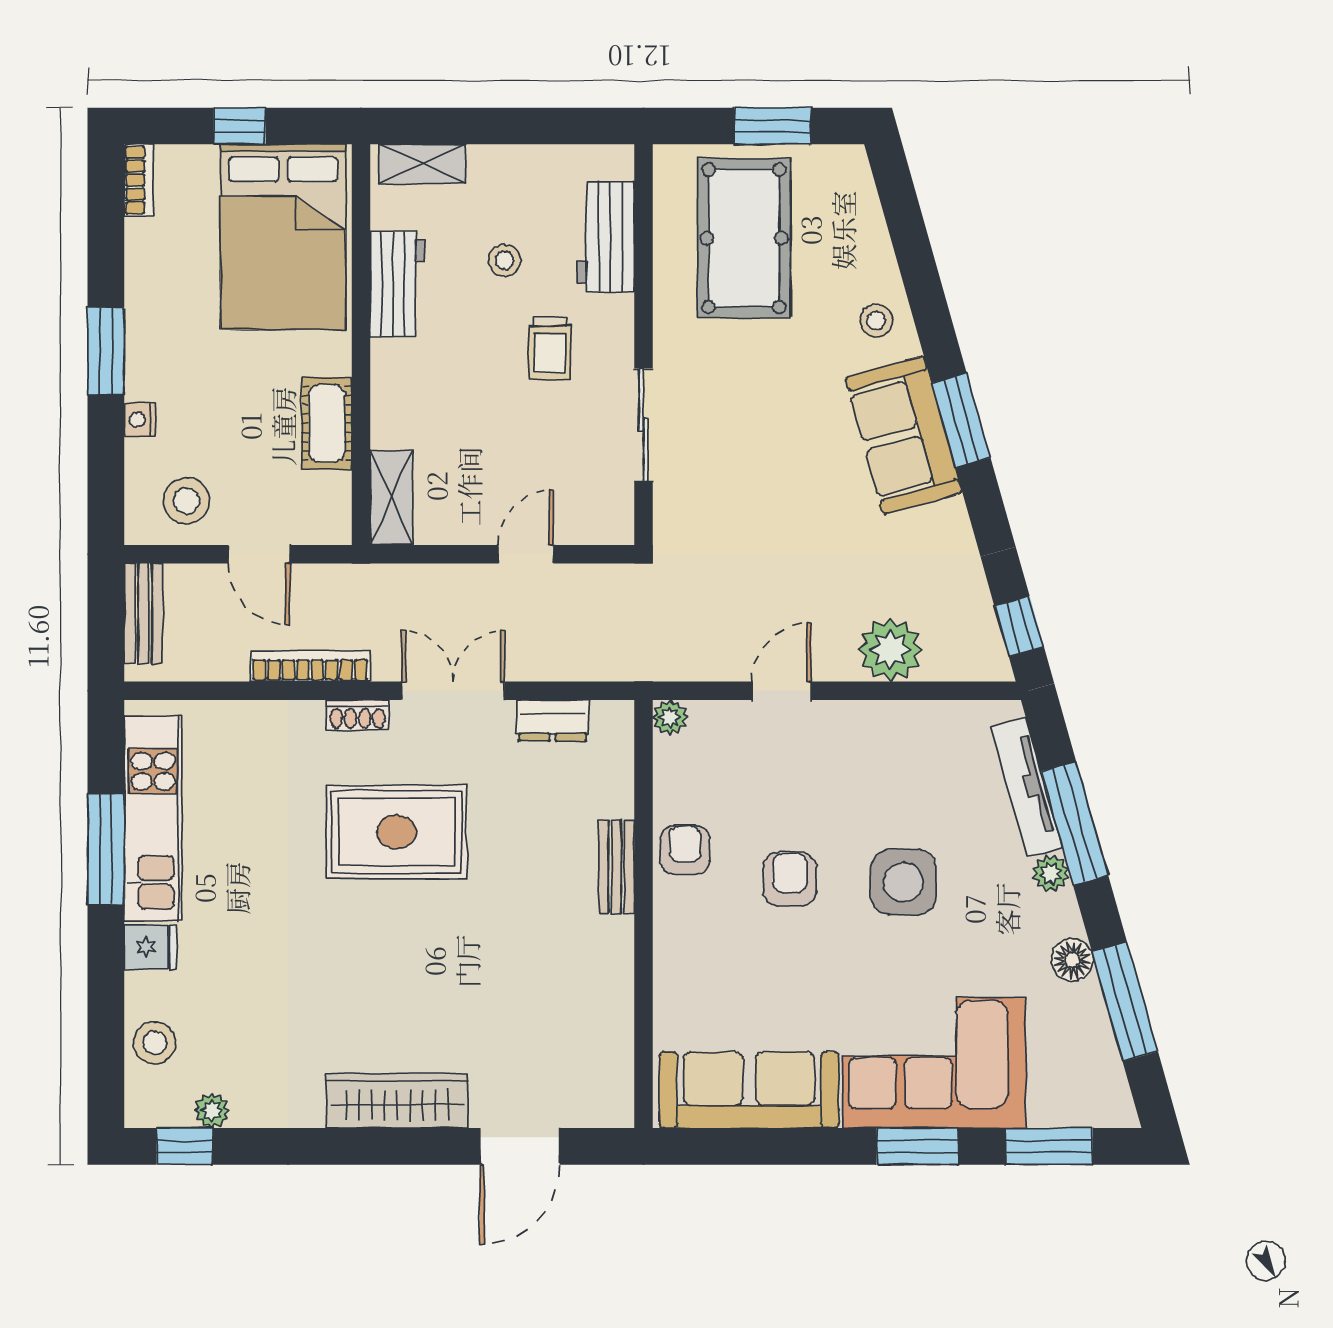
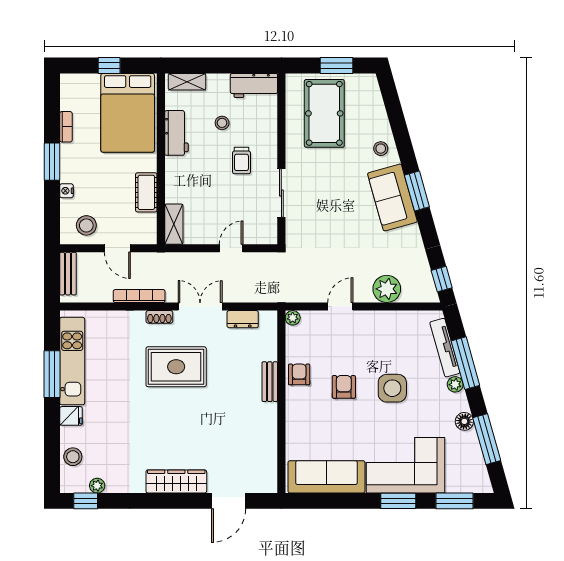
bookcase: (139, 180) -> (66, 127), moved
workbench: (606, 237) -> (254, 85), moved, turned -90

